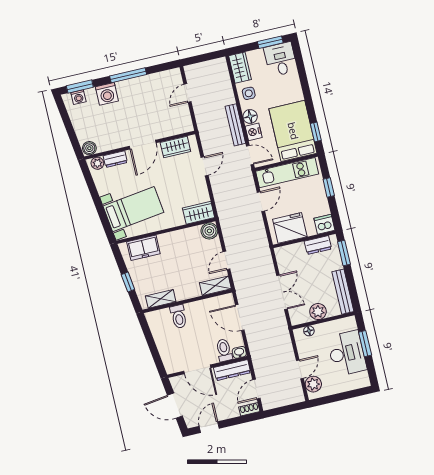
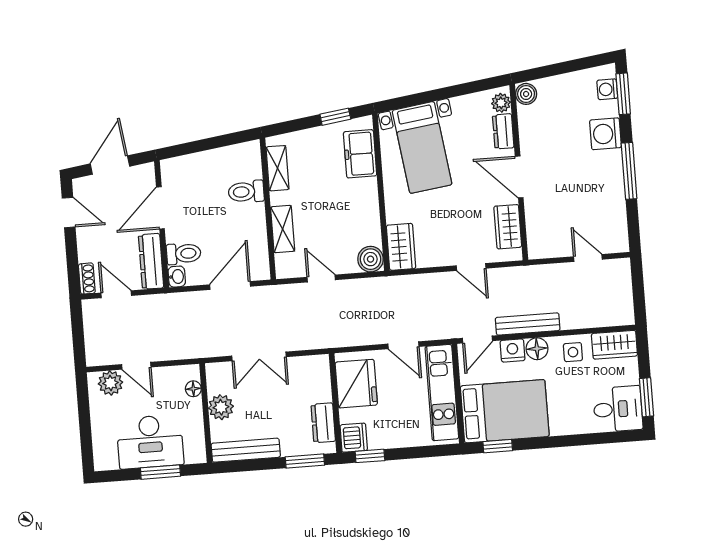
window: (329, 187) -> (370, 456), moved
window: (128, 282) -> (335, 117), moved
shelving: (215, 286) -> (283, 229), moved

